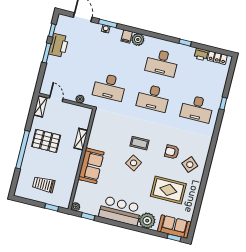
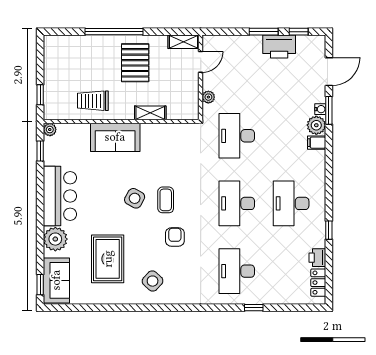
plant: (138, 39) -> (316, 125), moved
armchair: (172, 152) -> (175, 237), moved
trolley: (44, 184) -> (93, 101), moved, turned -90

